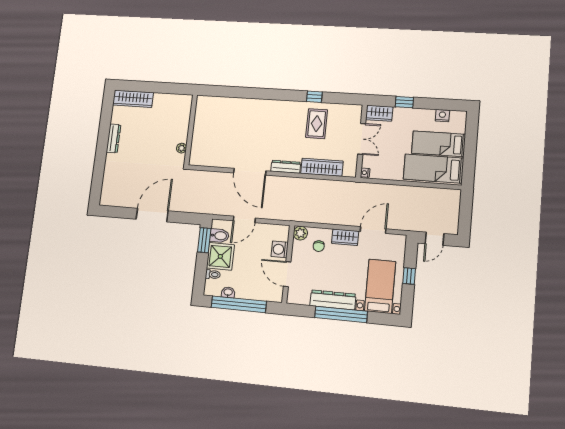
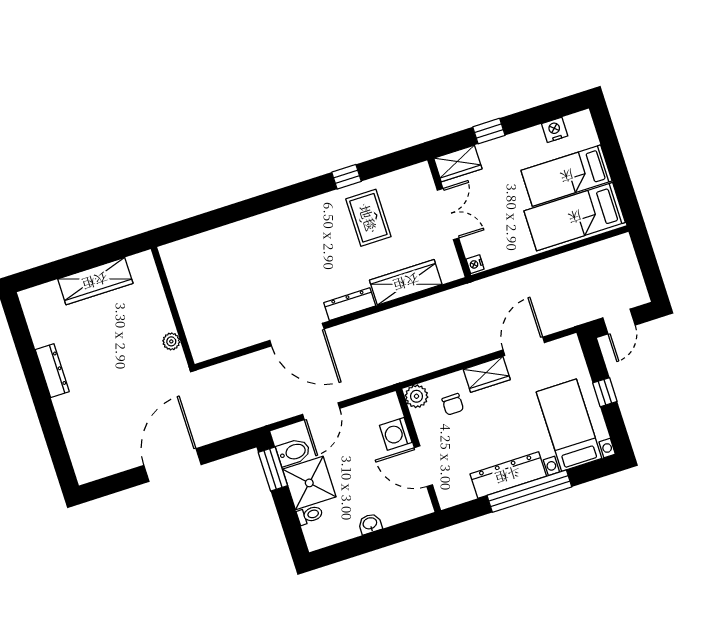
wardrobe: (133, 99) -> (95, 281), moved
washbasin: (228, 292) -> (370, 524), moved
window: (239, 304) -> (370, 542), removed

